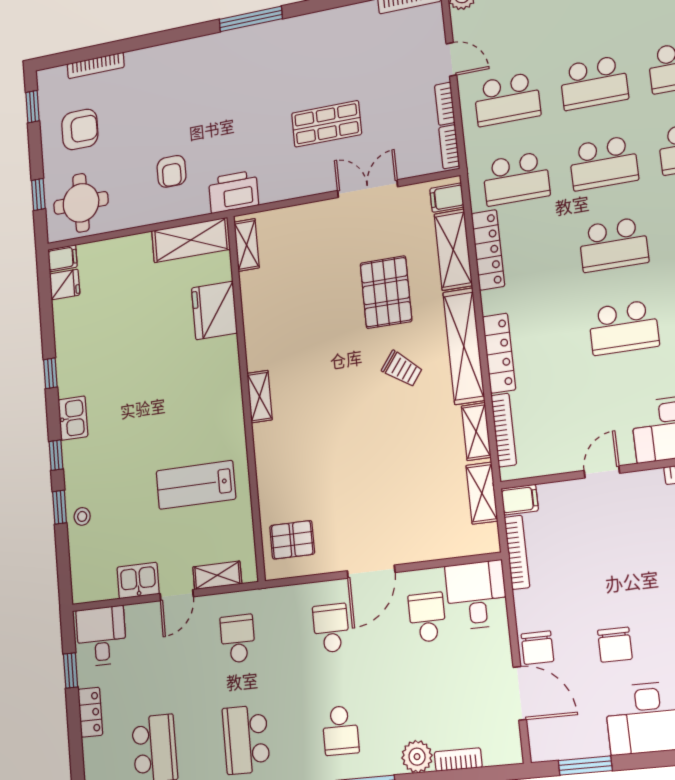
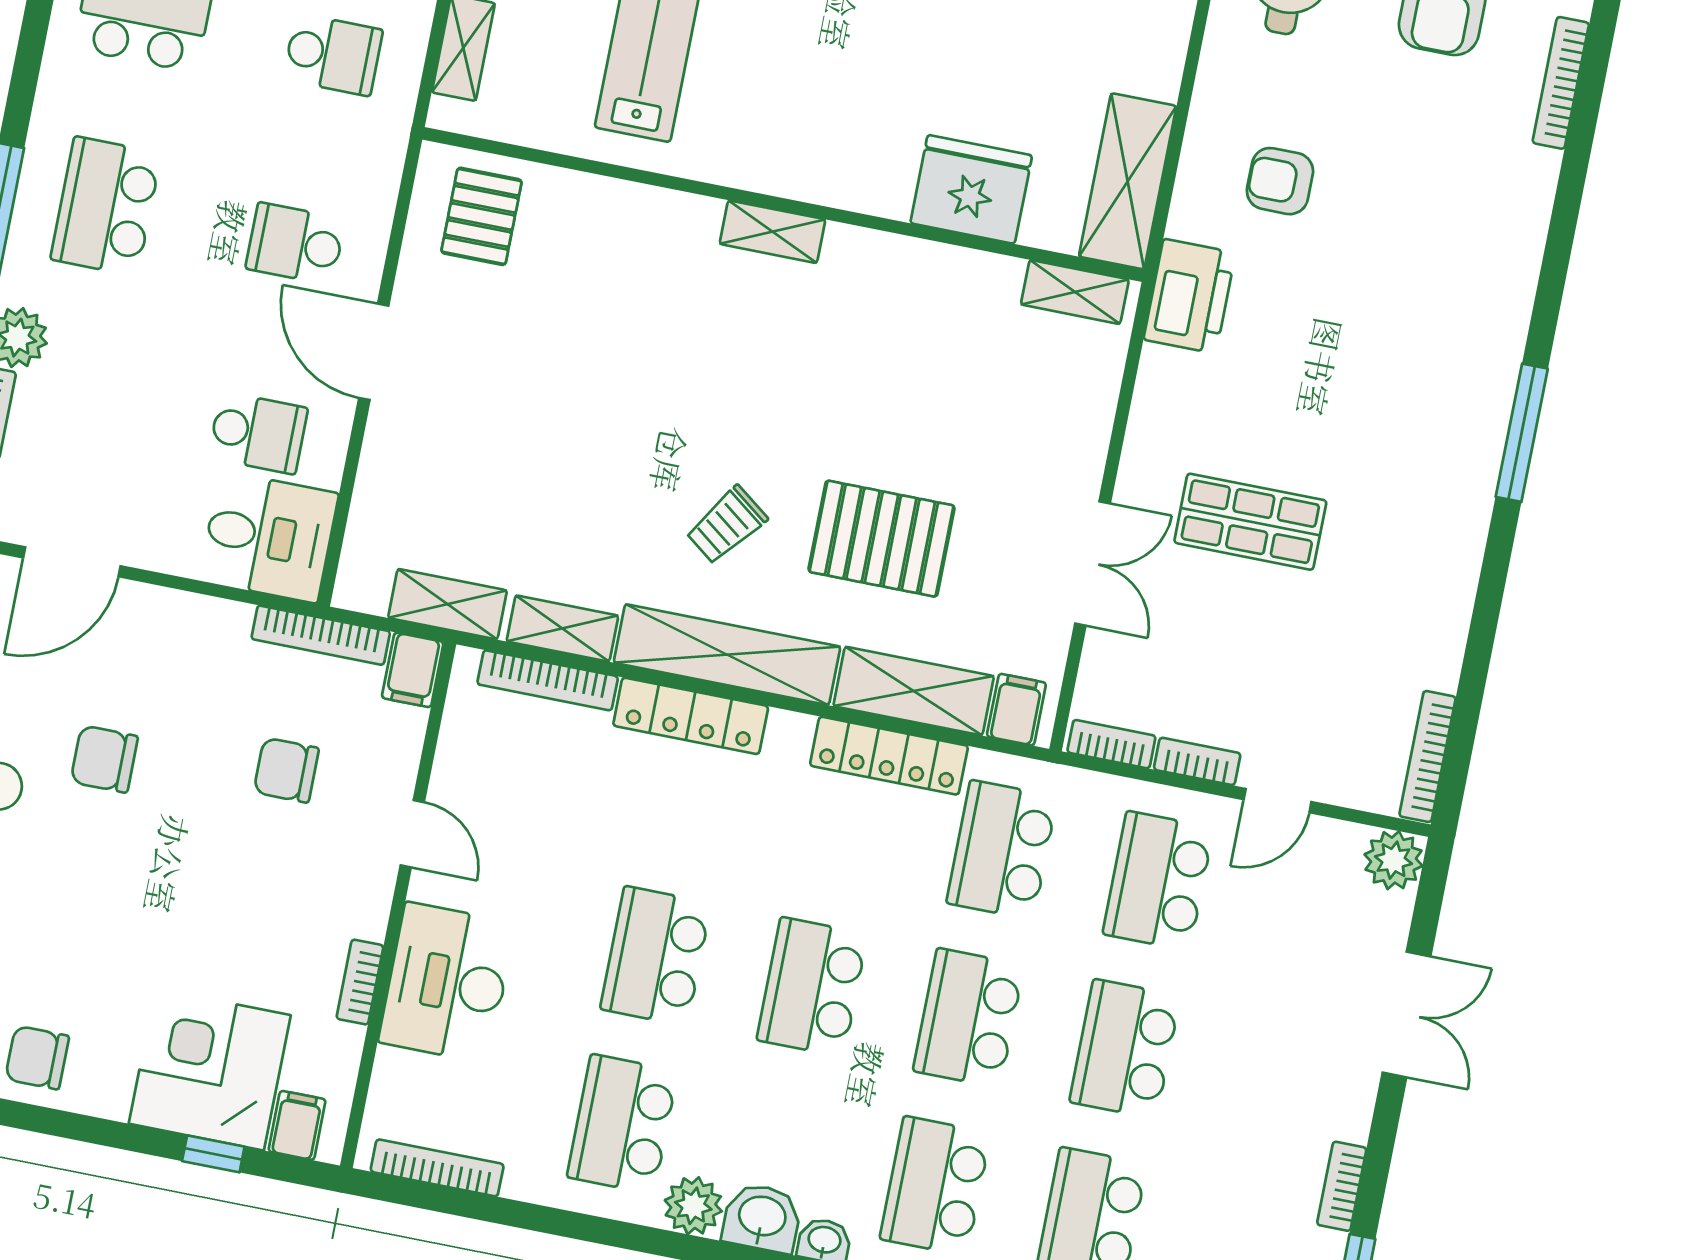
shop shelf: (326, 124) -> (1250, 522), turned 90
school desk: (331, 628) -> (295, 244), turned 180
chair: (537, 648) -> (286, 770), moved
school desk: (340, 730) -> (106, 206), width x1.85

